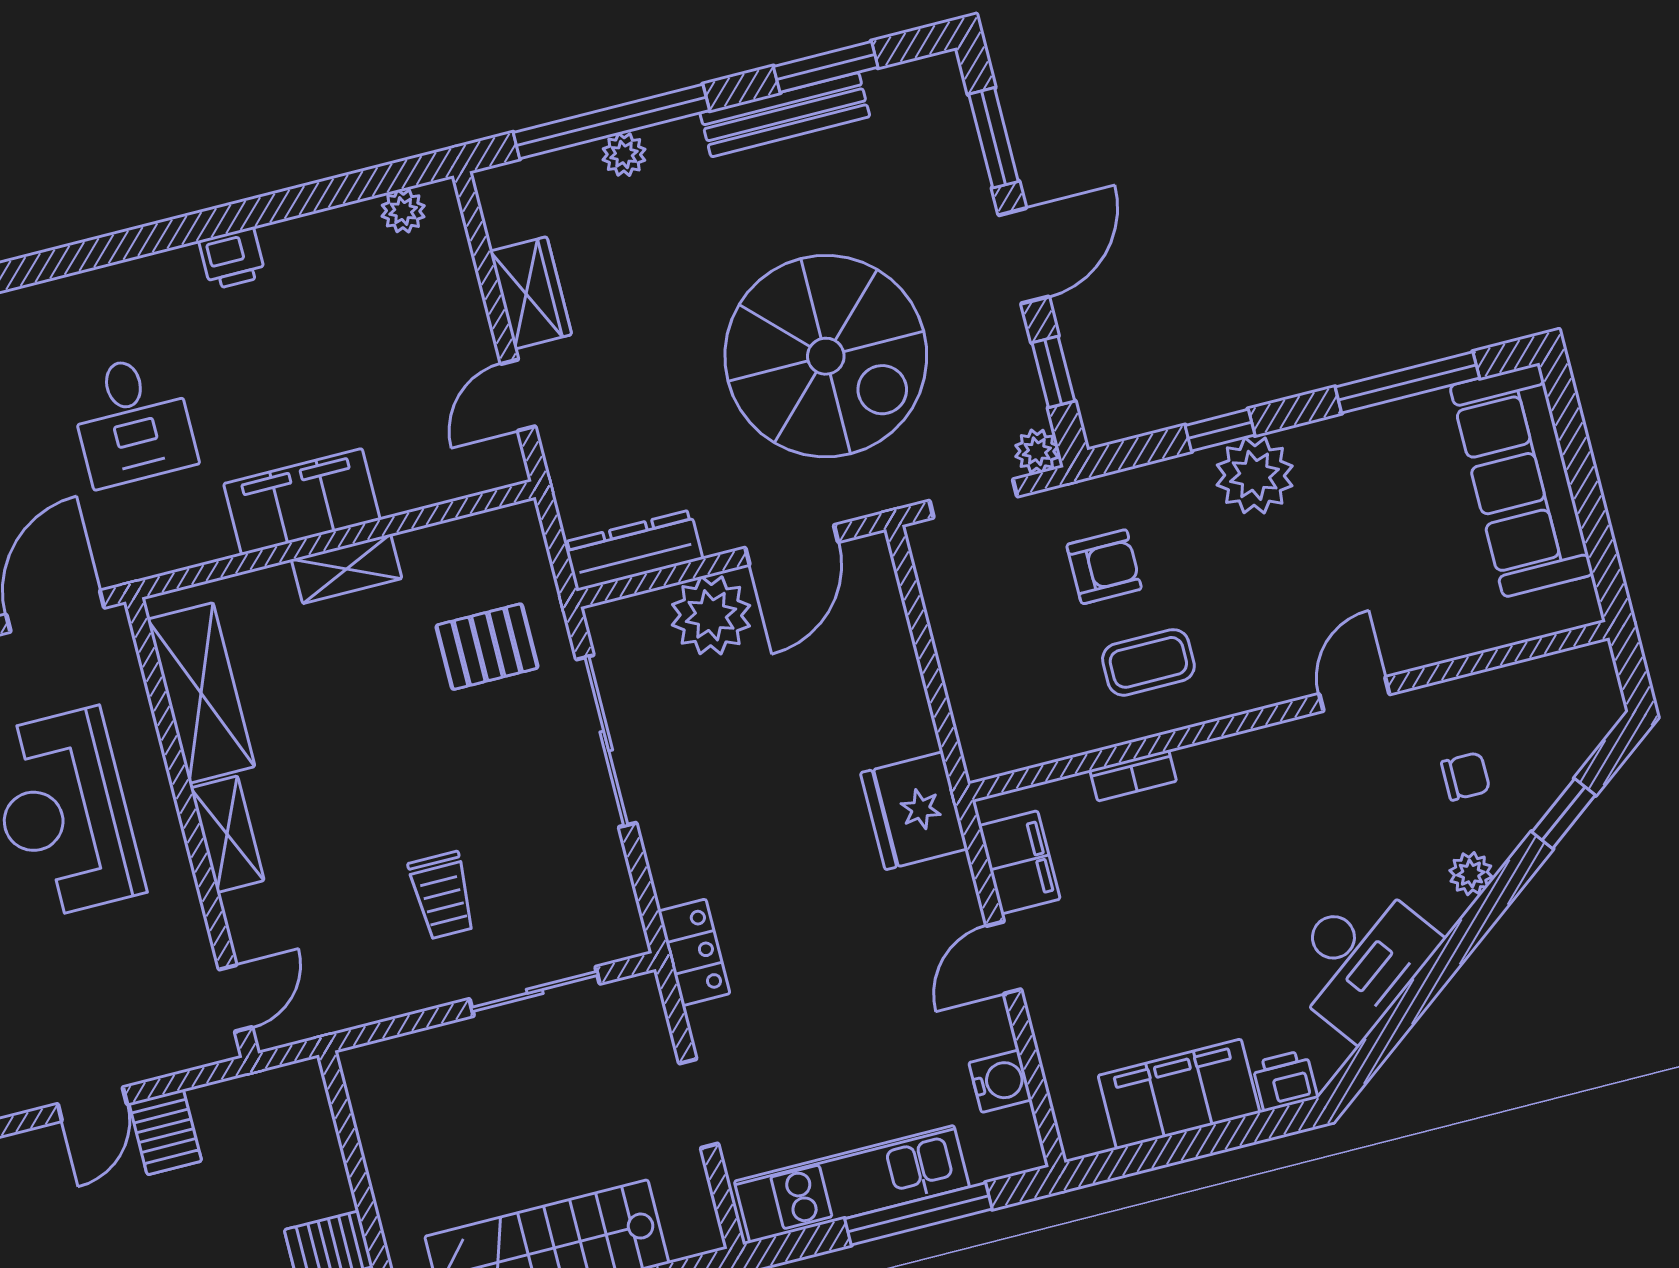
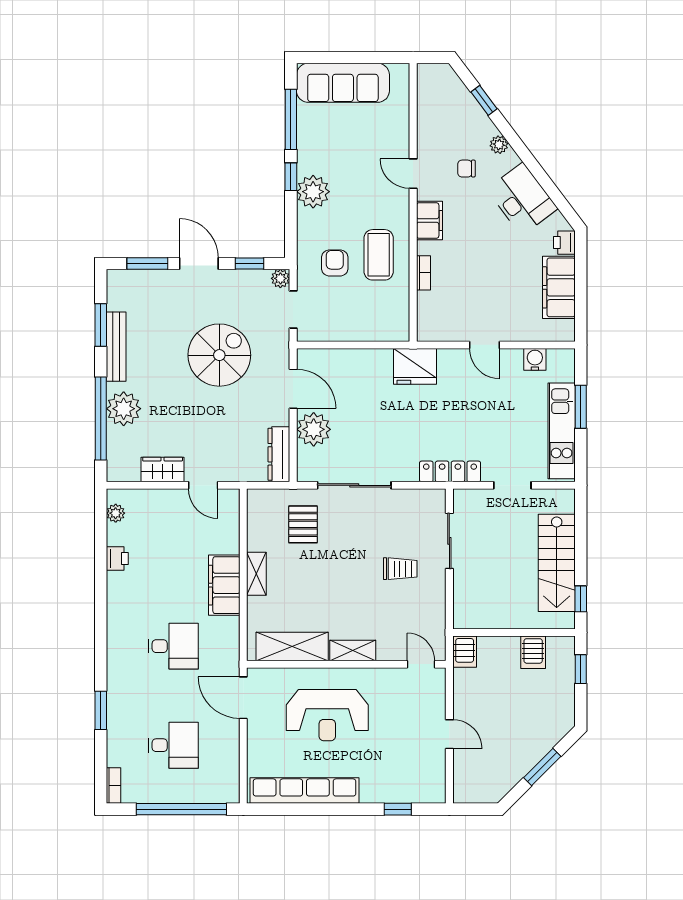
plant: (624, 154) -> (124, 409), width x1.87, depth x1.87
printer: (232, 258) -> (117, 559), moved
spiral stairs: (826, 356) -> (219, 355), width x0.73, depth x0.73
window: (1220, 430) -> (291, 177), moved
coffee table: (1148, 662) -> (379, 255), width x1.36, depth x1.30
chair: (1466, 776) -> (466, 169), moved, turned -90
filing cabinet: (1019, 862) -> (429, 220), moved, turned 90
locker: (694, 952) -> (450, 471), width x1.53
server rack: (165, 1132) -> (465, 652), moved, turned 90
window: (918, 1214) -> (581, 407), width x0.69

